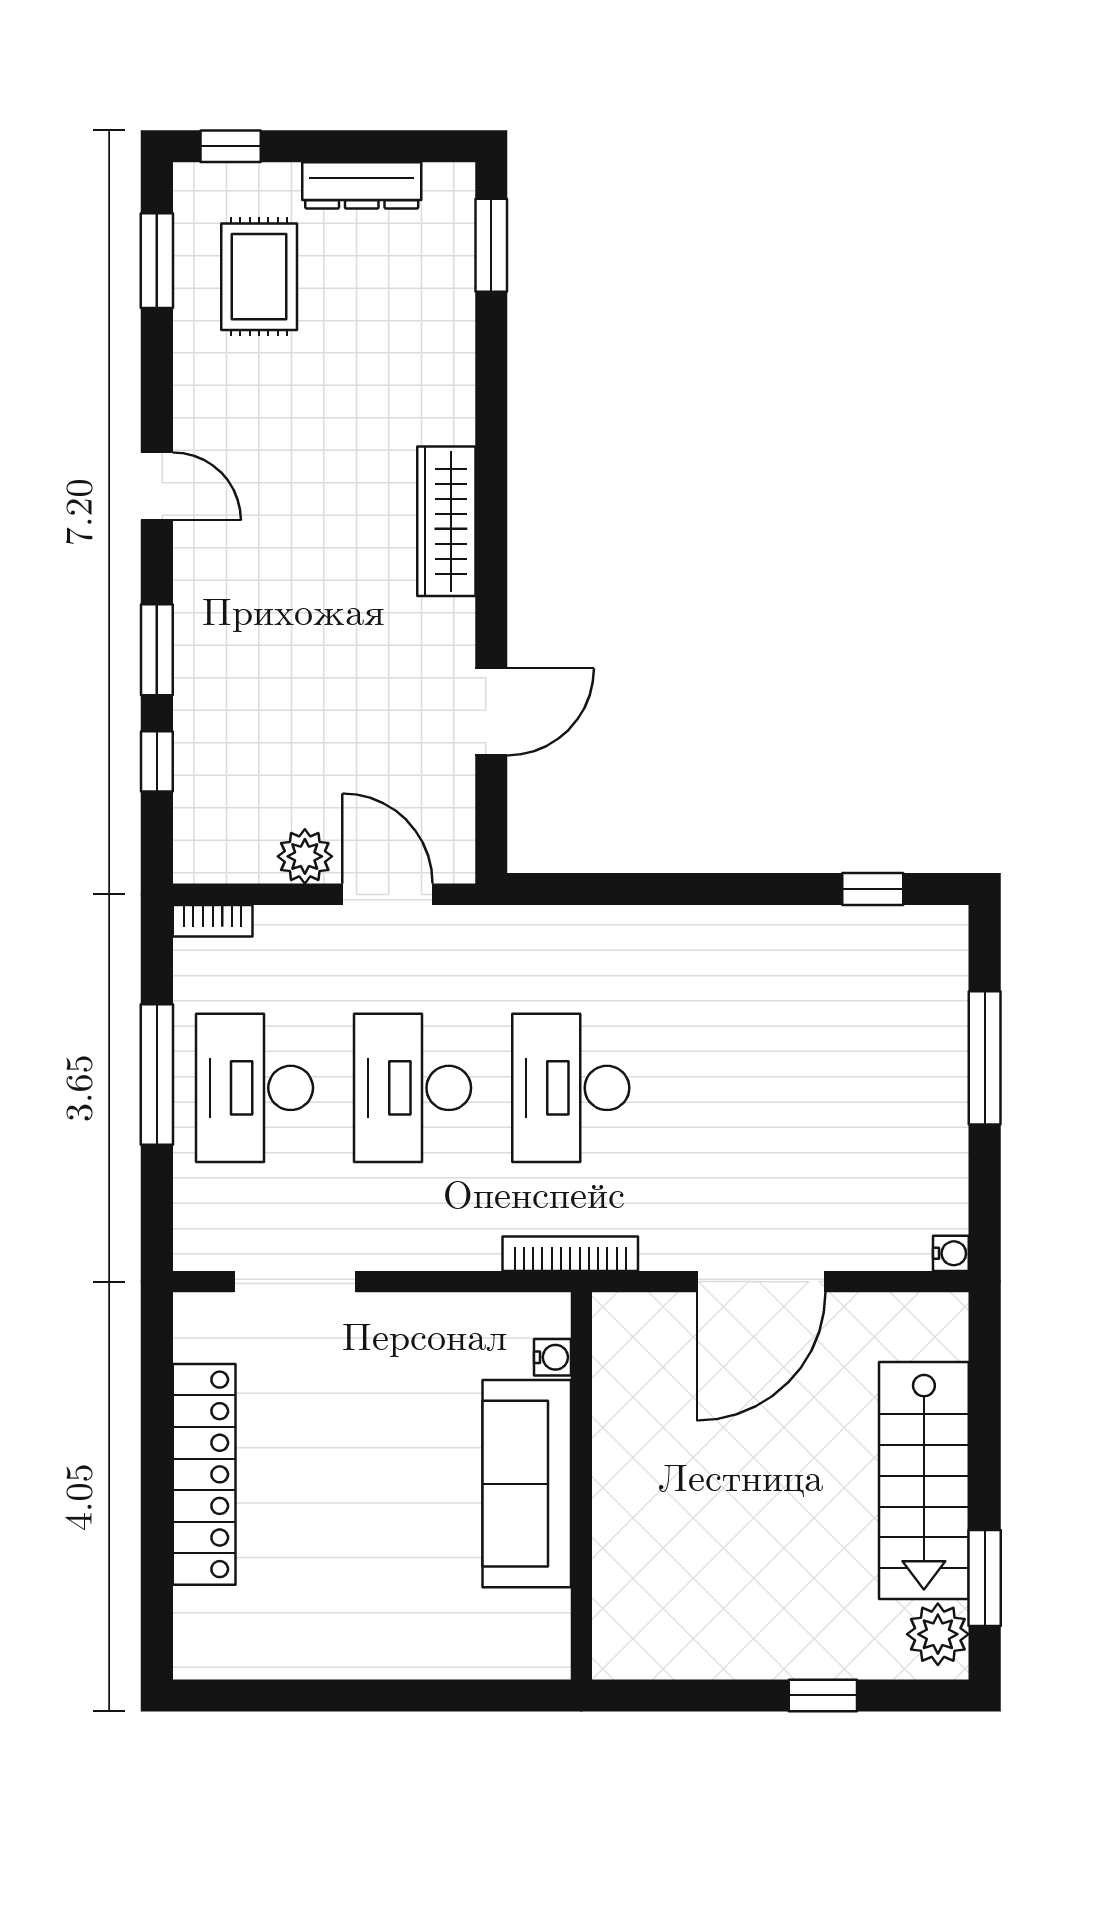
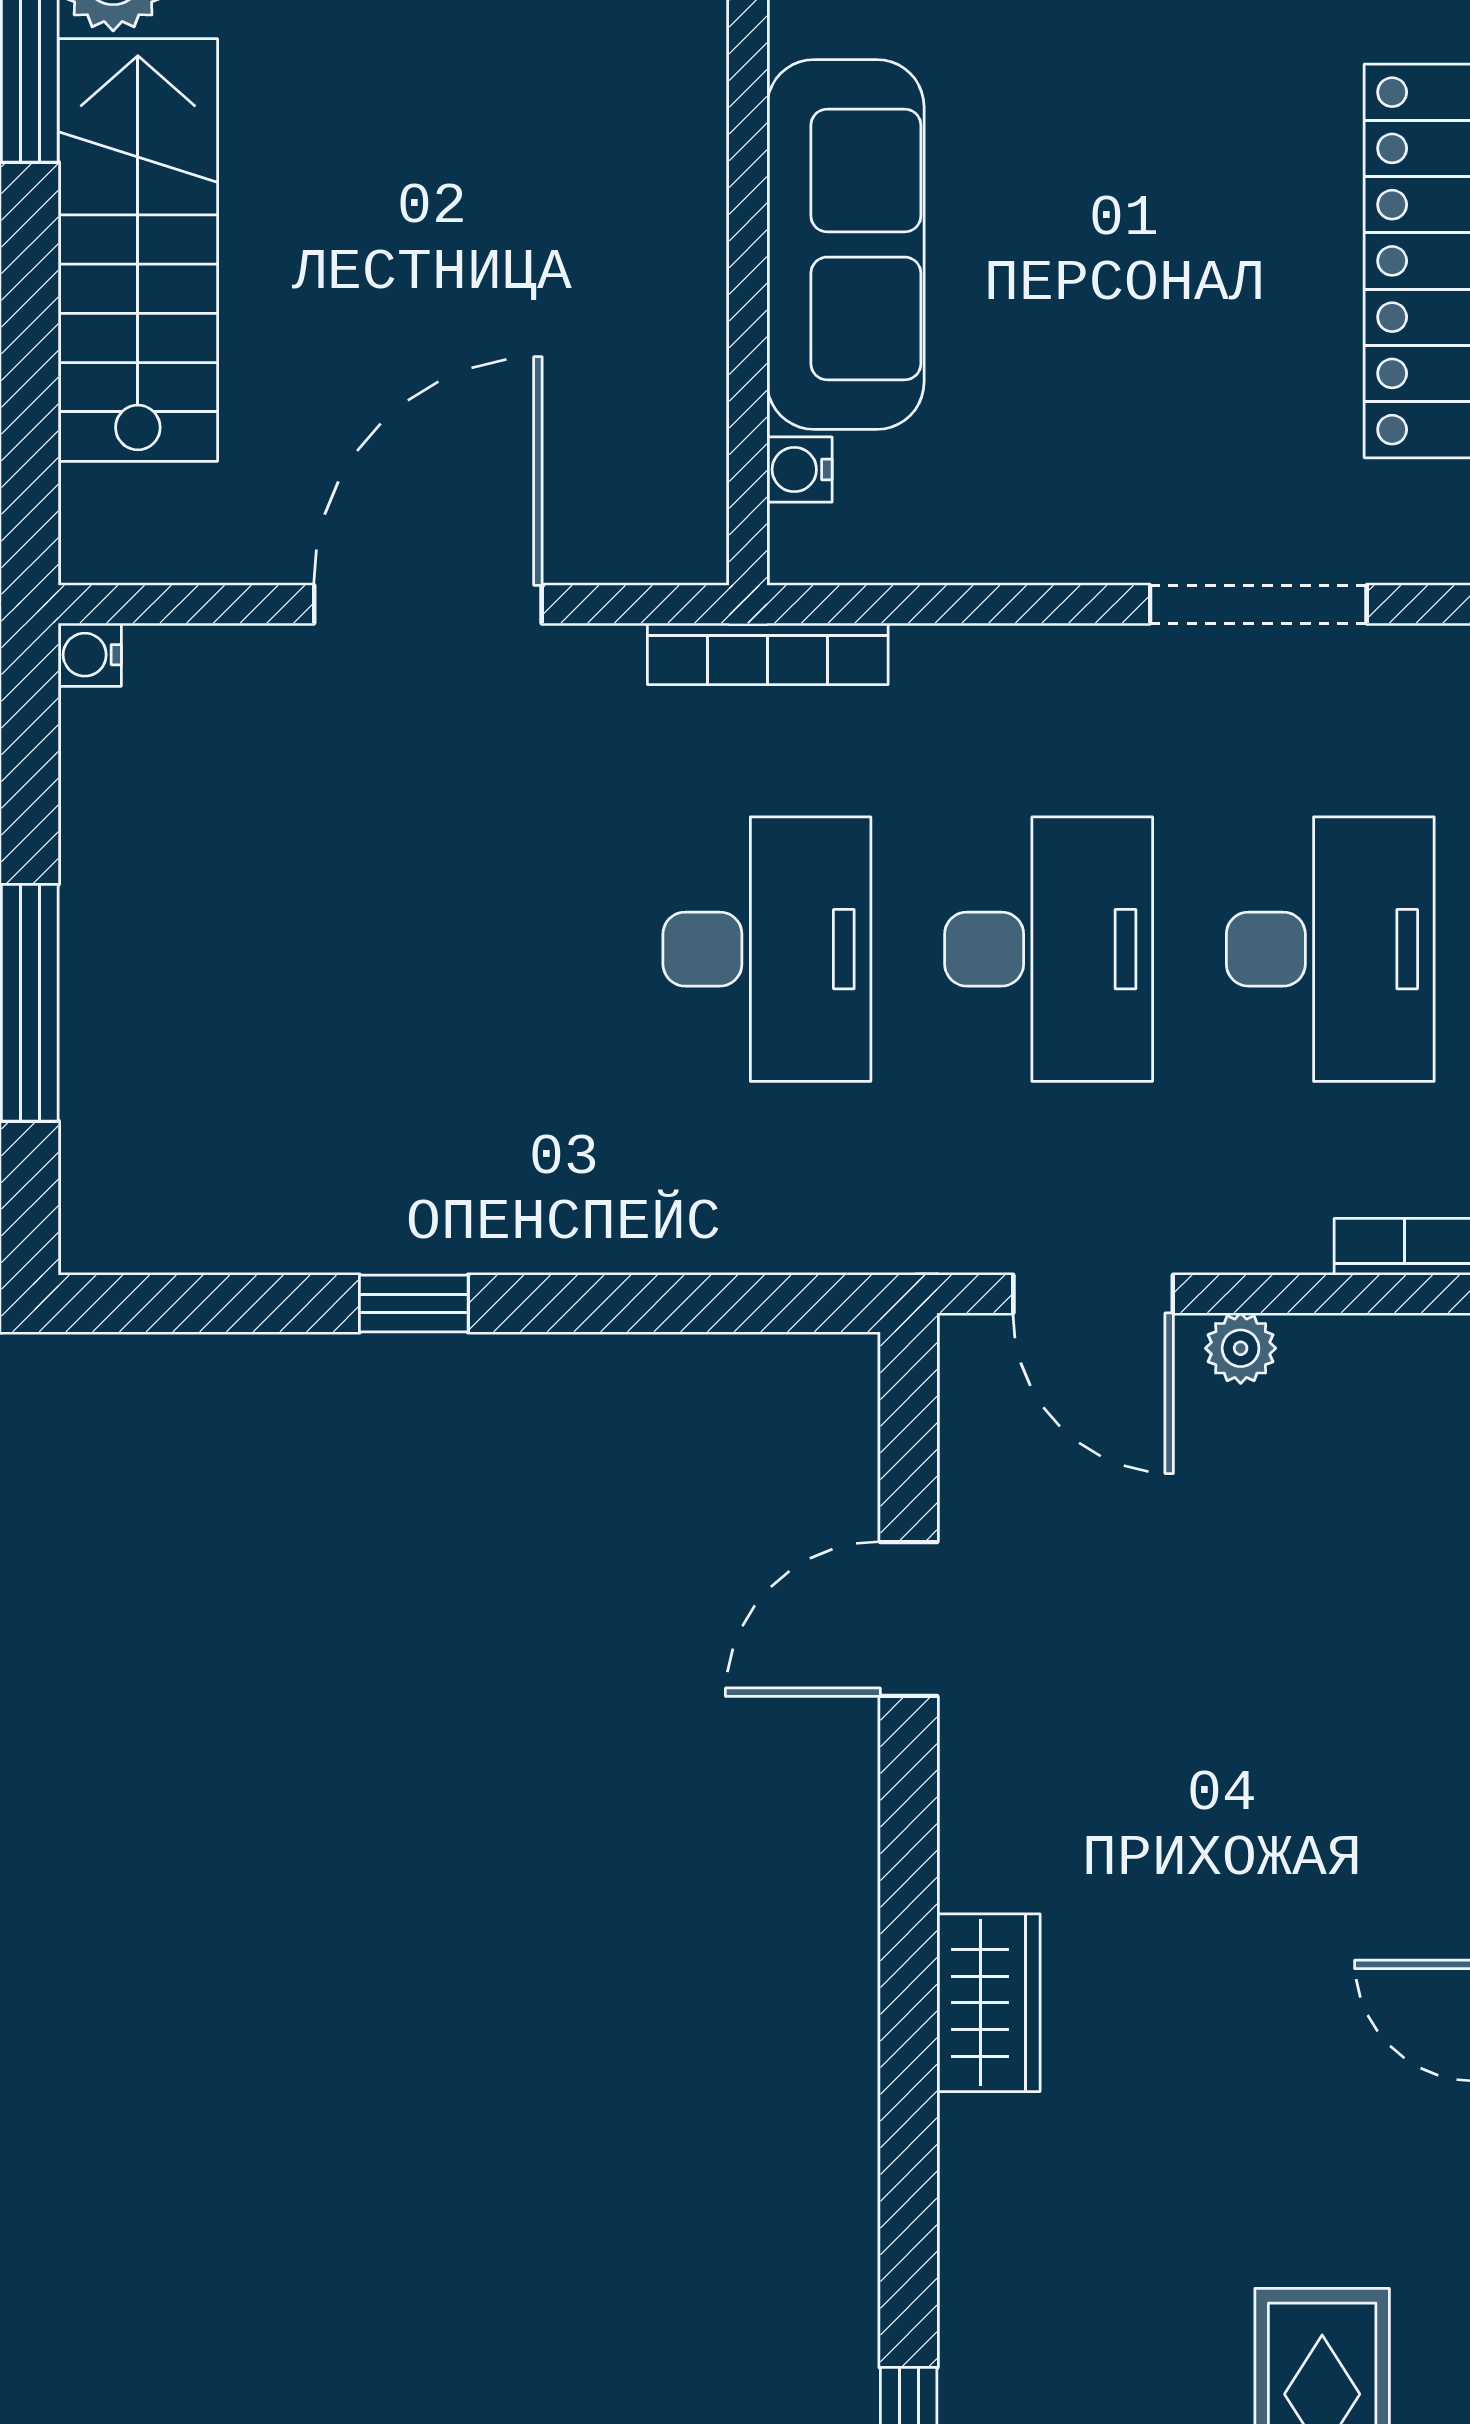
wardrobe: (446, 521) -> (989, 2003), width x0.67
plant: (305, 856) -> (1241, 1348), width x0.73, depth x0.73
window: (873, 889) -> (414, 1303), moved

